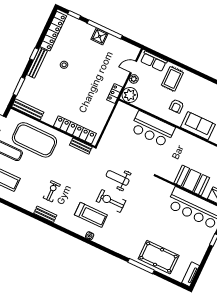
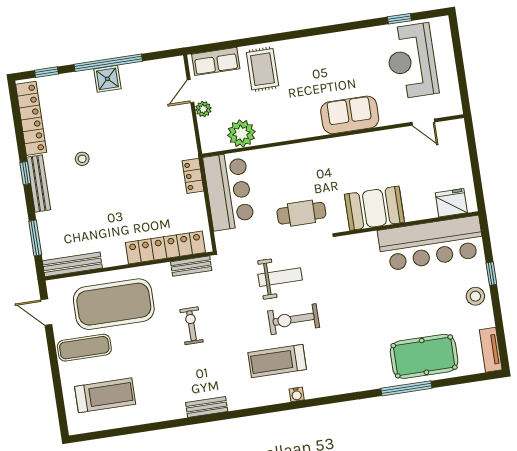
locker: (115, 93) -> (193, 176), moved
plant: (130, 95) -> (241, 134), moved
armchair: (177, 106) -> (297, 107), removed
bar counter: (153, 129) -> (229, 191), moved, turned -90
cafe table: (147, 156) -> (301, 213), added
weight bench: (118, 178) -> (280, 277), turned 180
booth: (192, 180) -> (374, 208), moved
exercise bike: (52, 191) -> (191, 326), moved
treadmill: (91, 215) -> (277, 361), turned 180
stool: (200, 245) -> (475, 296), added

